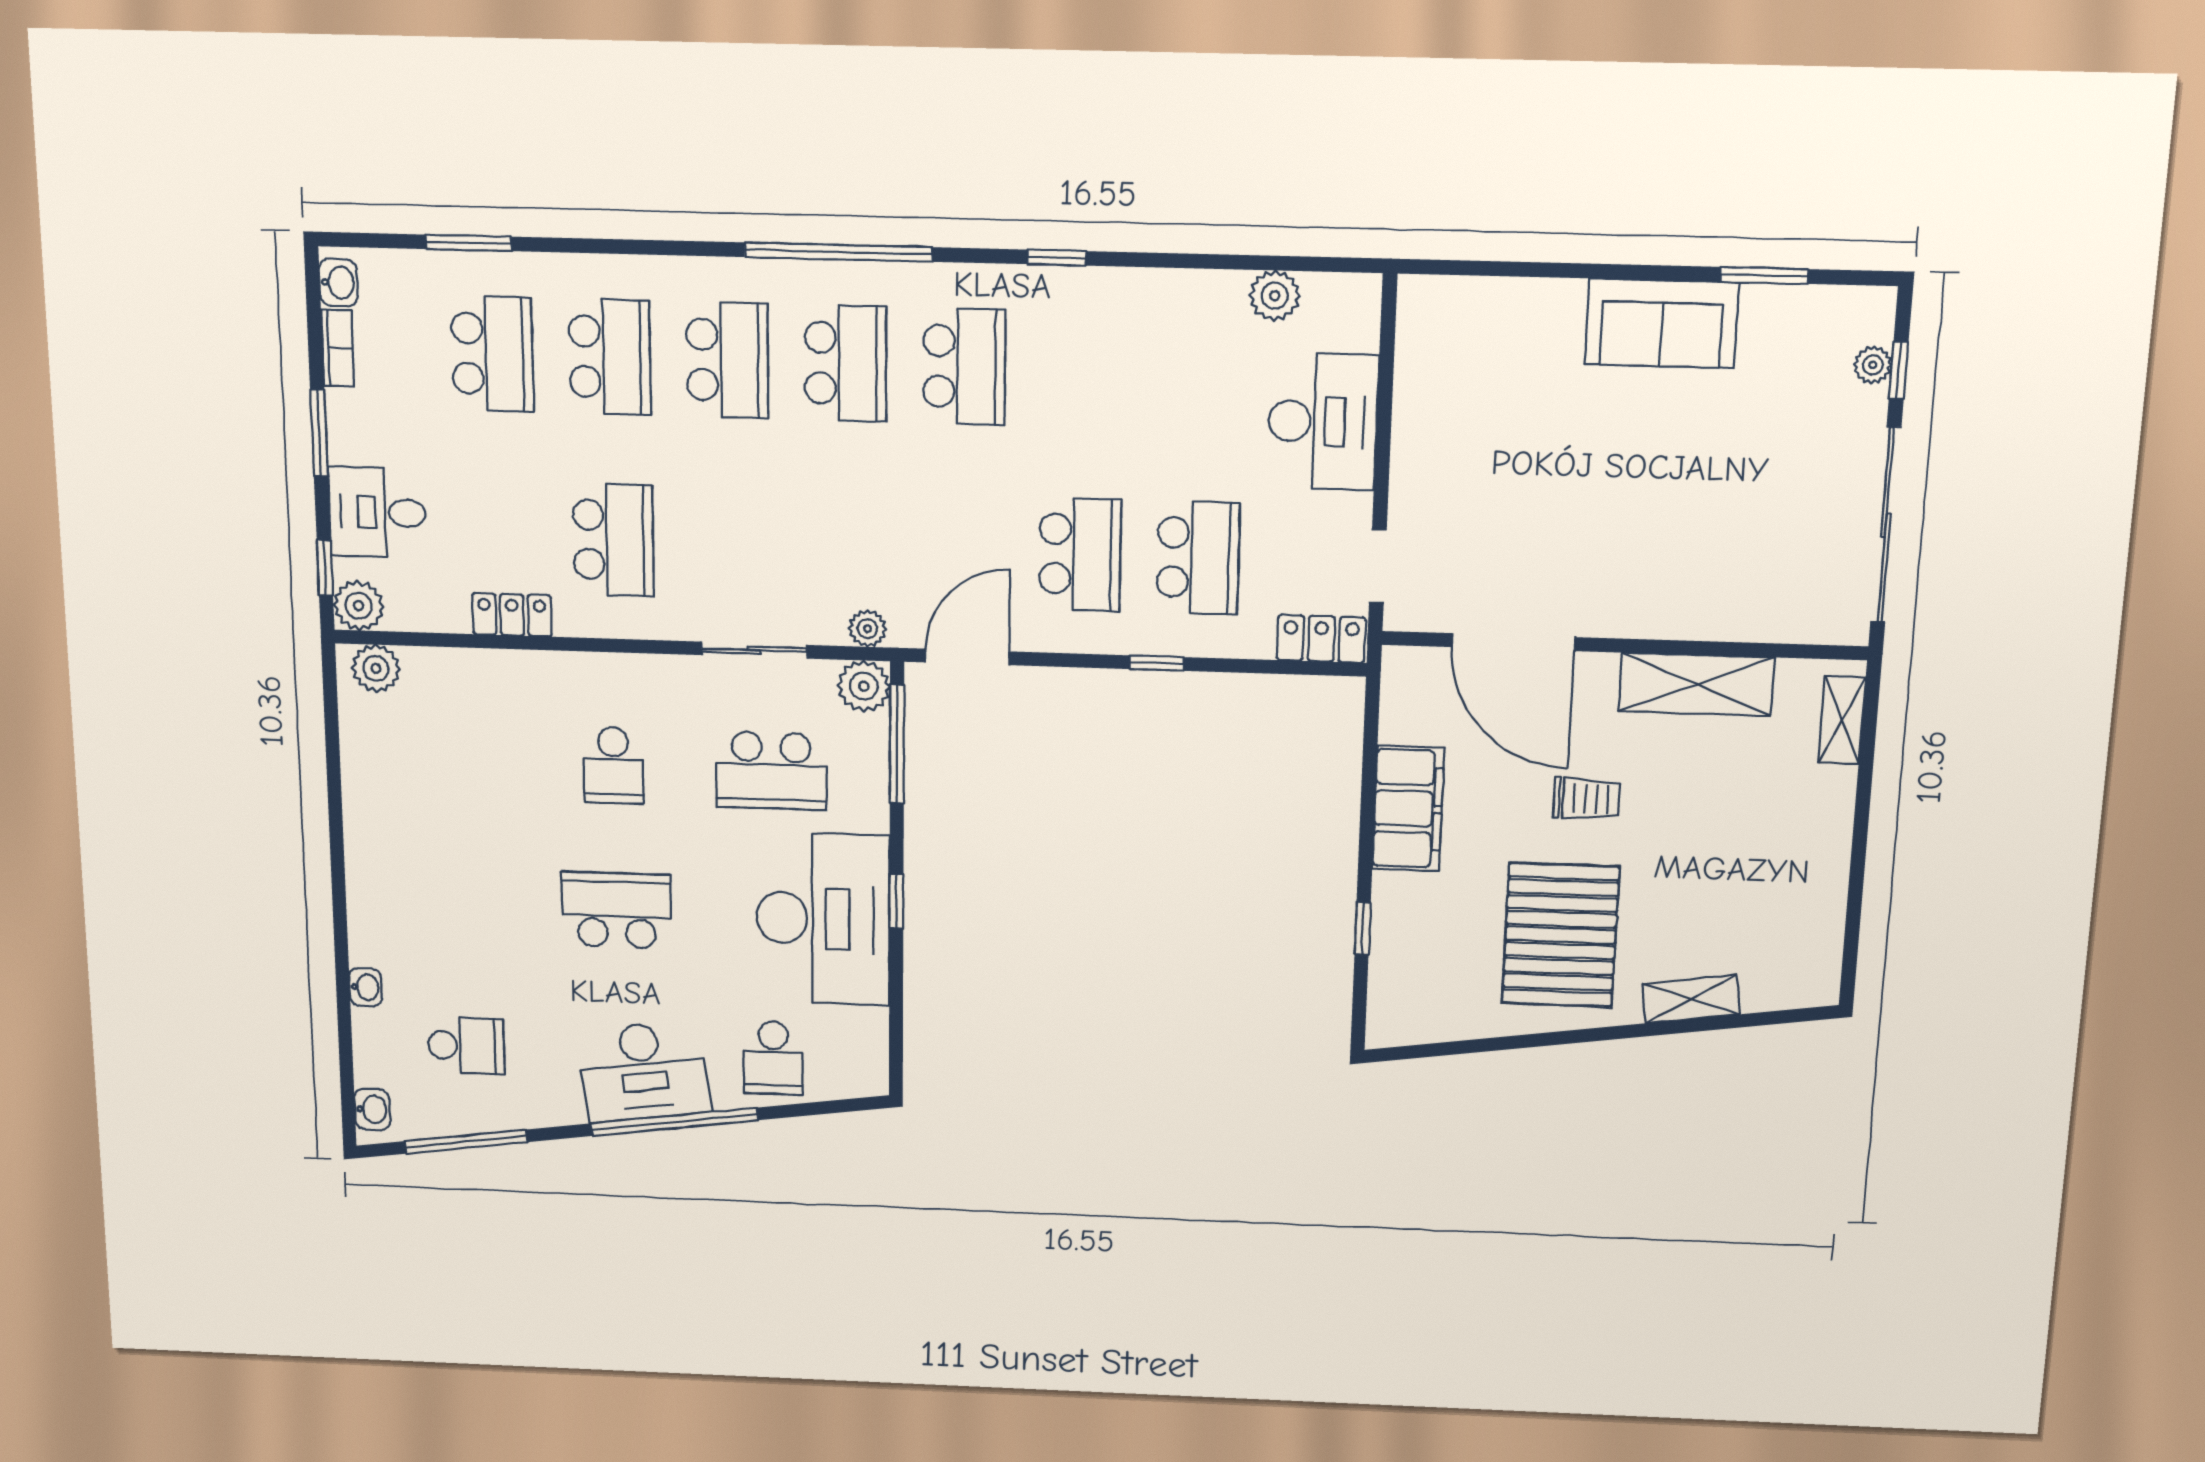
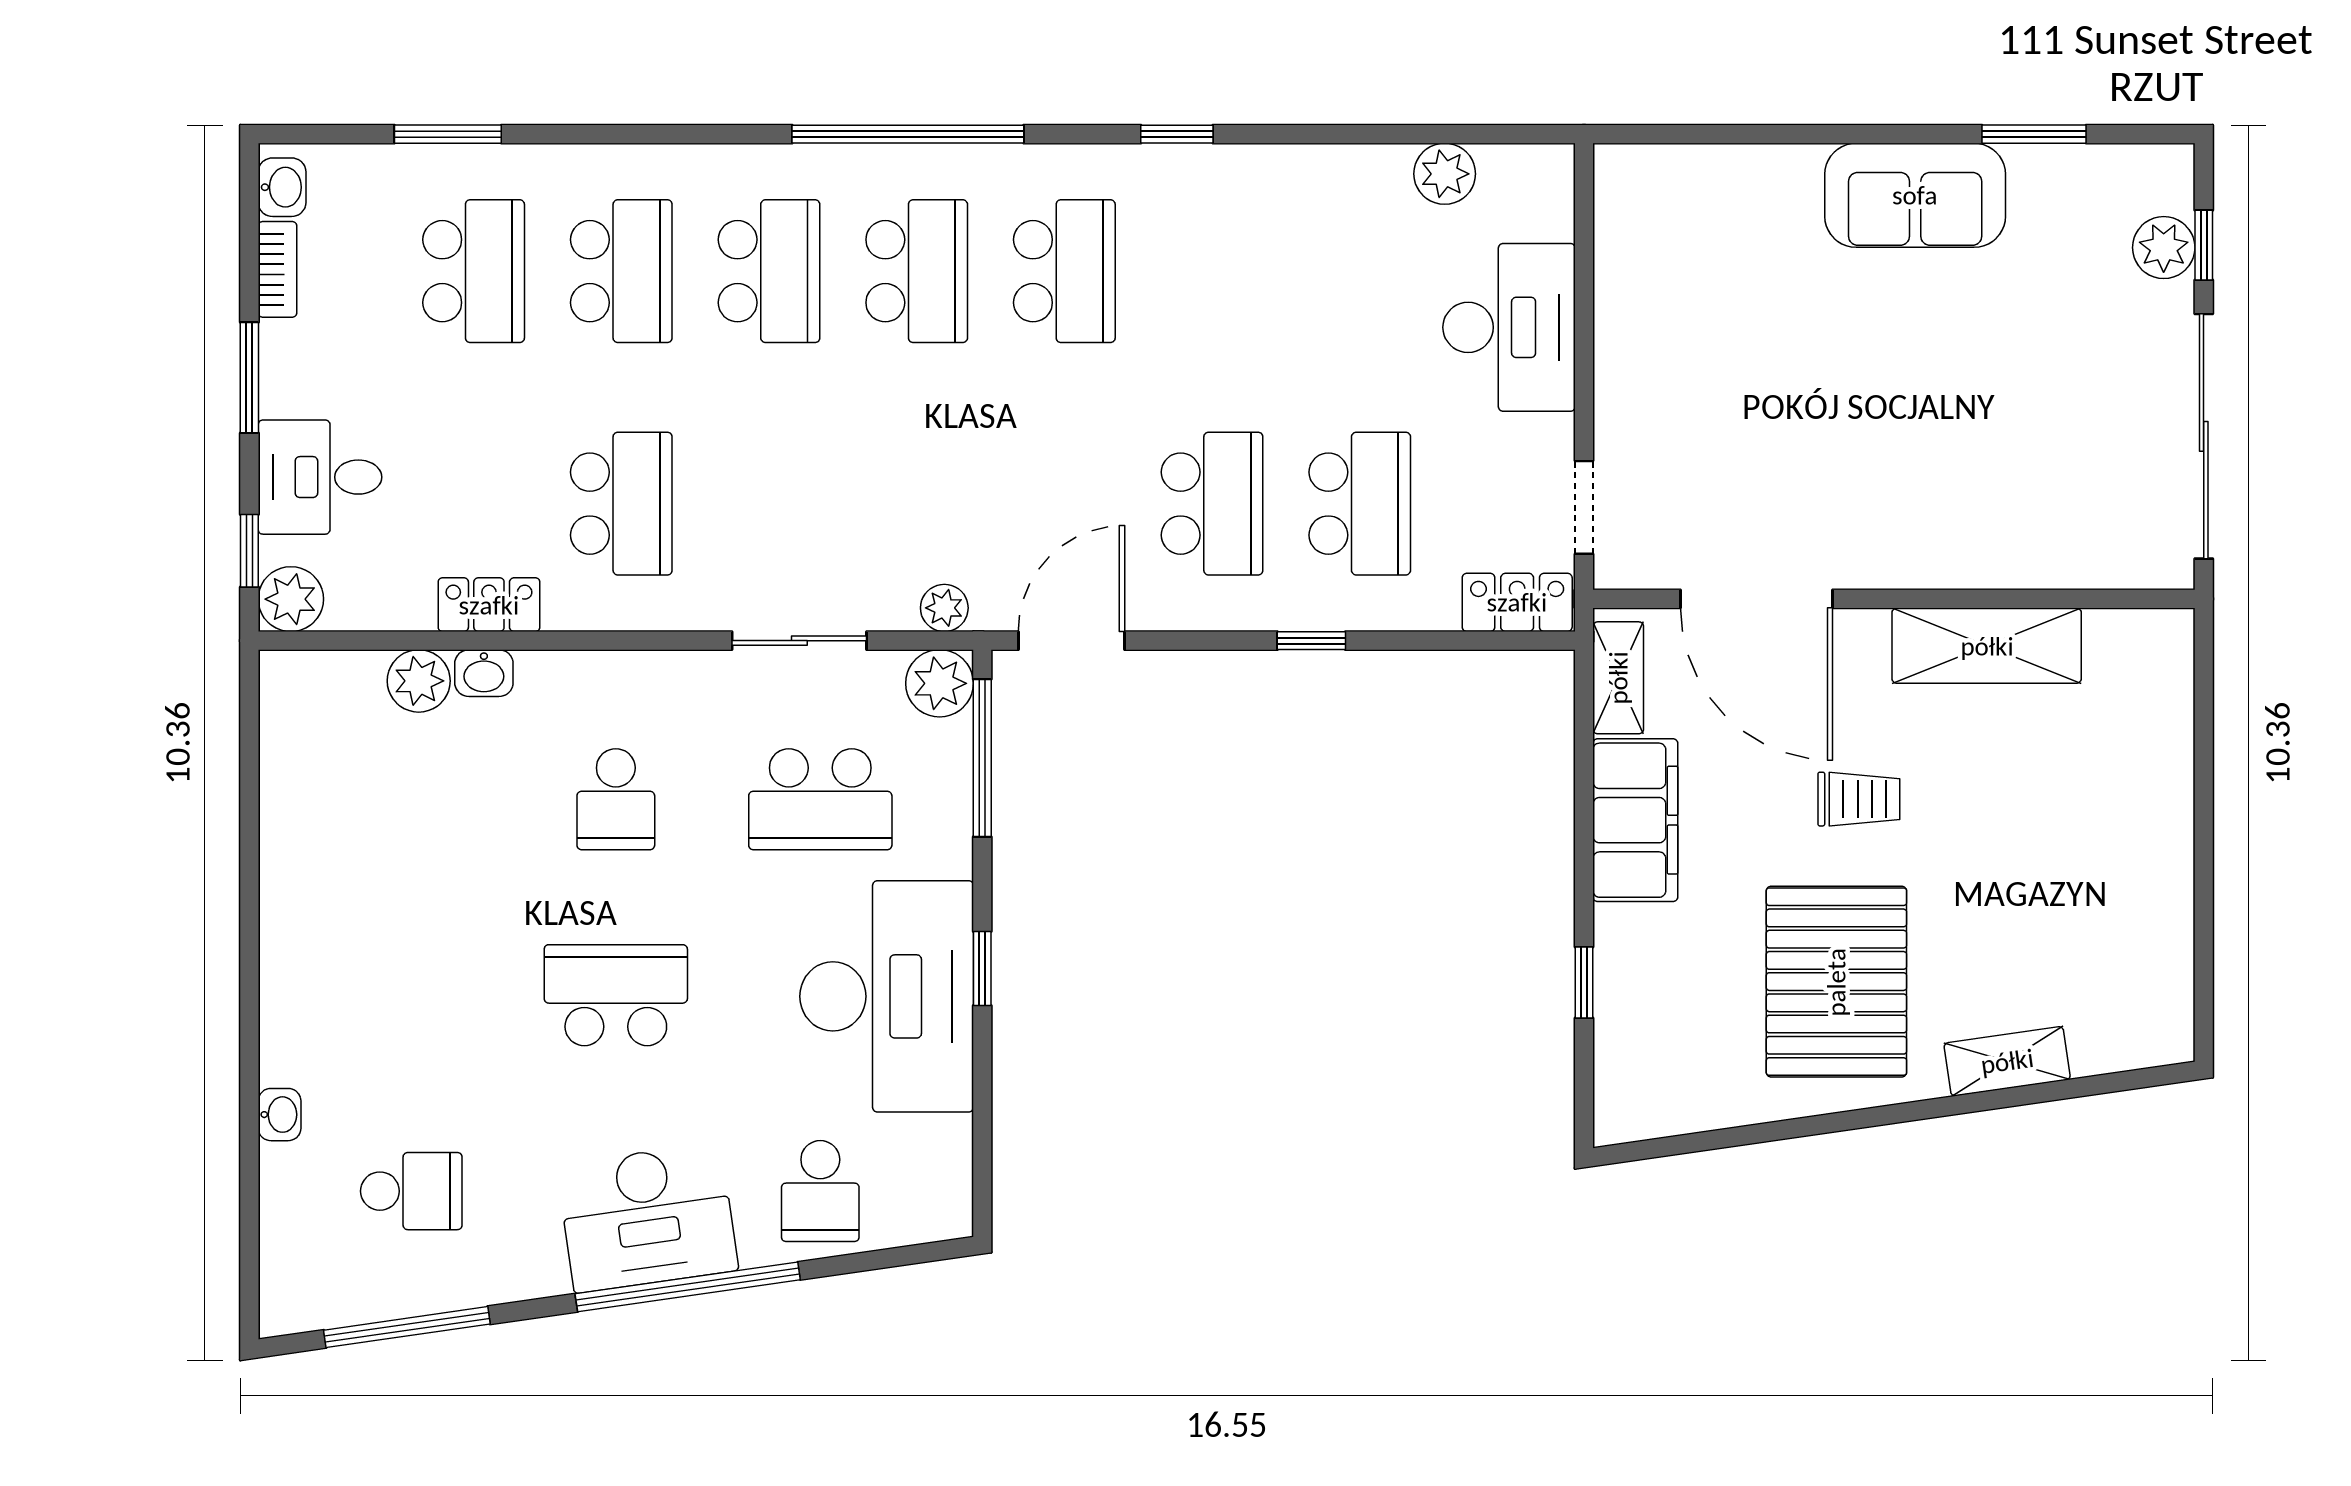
plant: (1873, 365) -> (2164, 248), width x1.38, depth x1.38
plant: (376, 668) -> (419, 681), moved
shelving: (1842, 720) -> (1618, 678), moved
washbasin: (372, 1109) -> (484, 673), moved, turned 90

